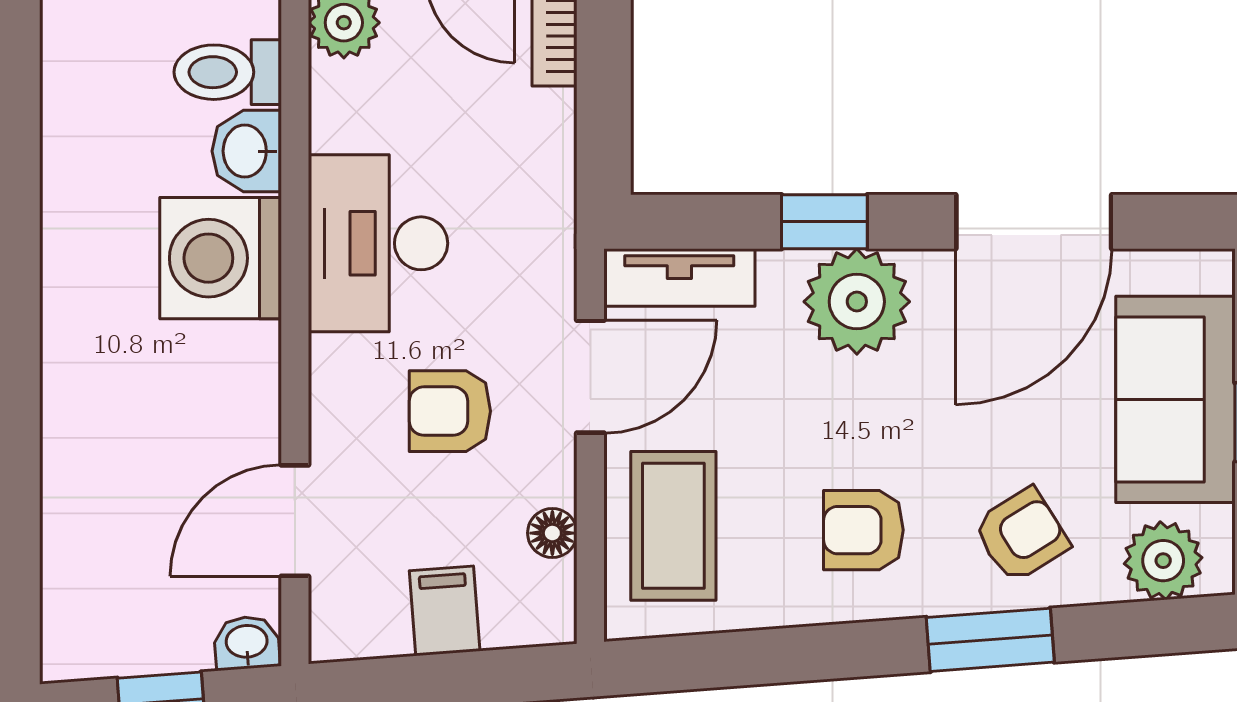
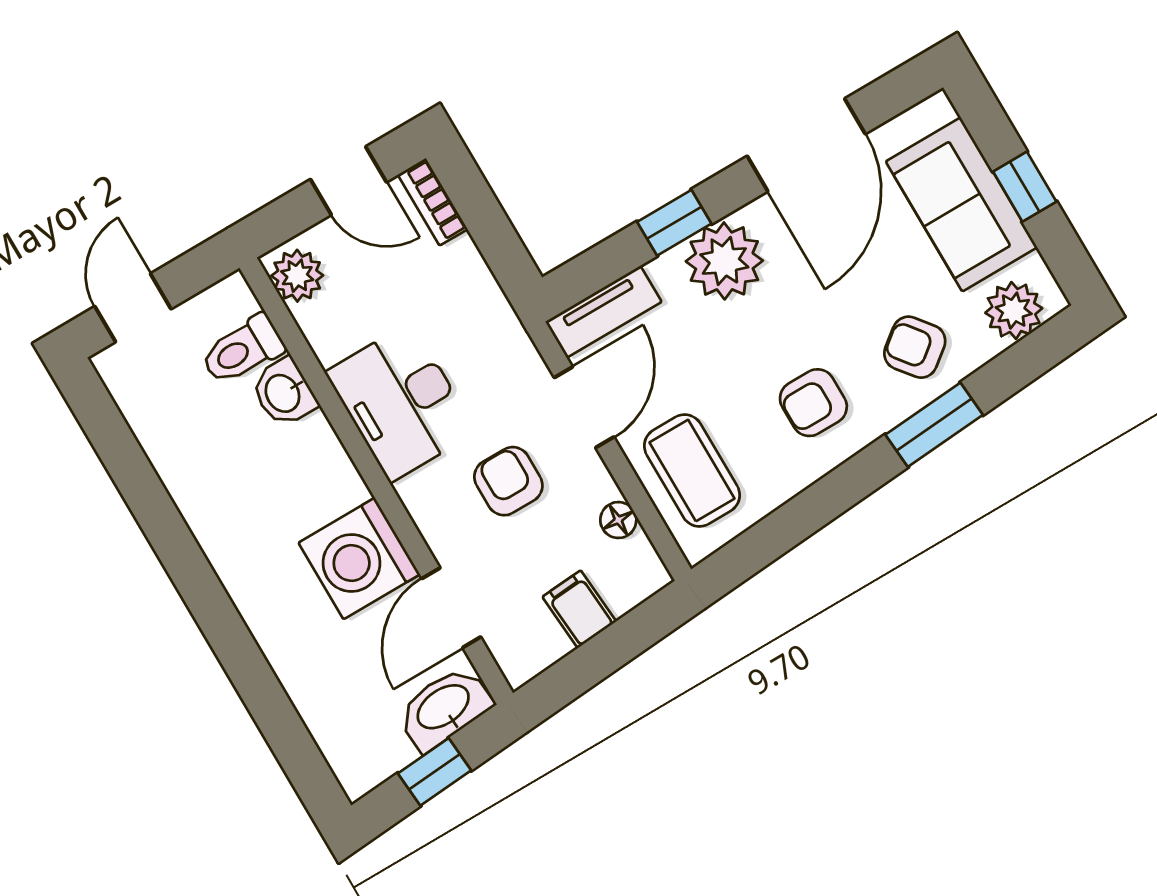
washing machine: (221, 258) -> (359, 558), moved
armchair: (450, 411) -> (508, 481), turned 90
armchair: (1021, 535) -> (915, 347), turned -96
washbasin: (247, 643) -> (444, 708), width x1.91, depth x1.45

